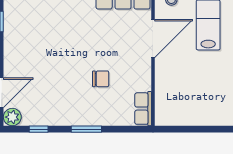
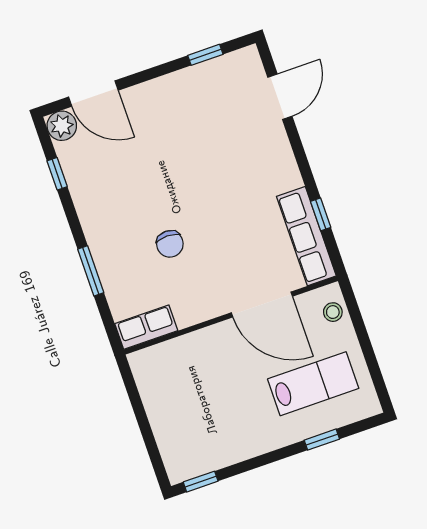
window: (86, 129) -> (91, 271), moved

